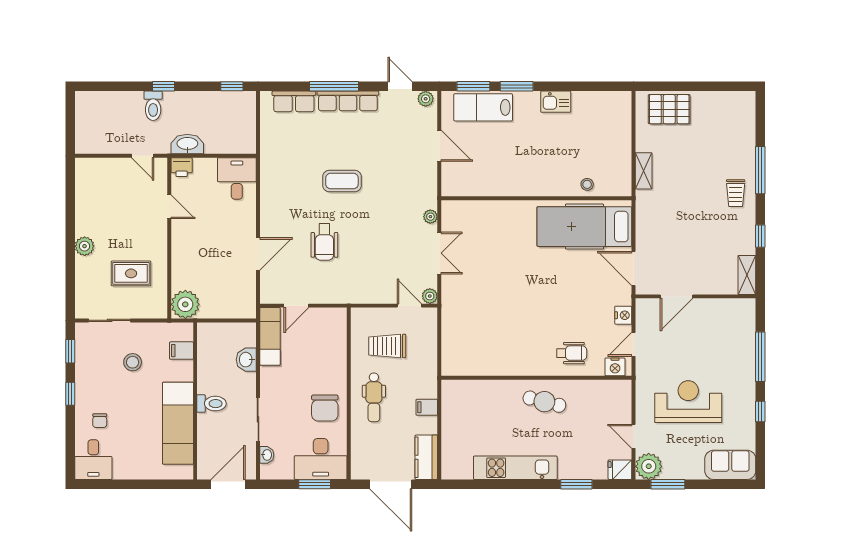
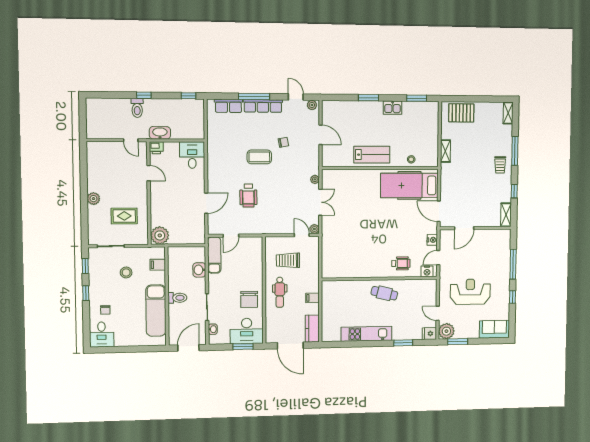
window: (473, 86) -> (417, 98), moved
lab bench: (483, 107) -> (372, 155), moved, turned 180
shelving: (748, 109) -> (508, 113), added
chair: (380, 158) -> (283, 142), added

